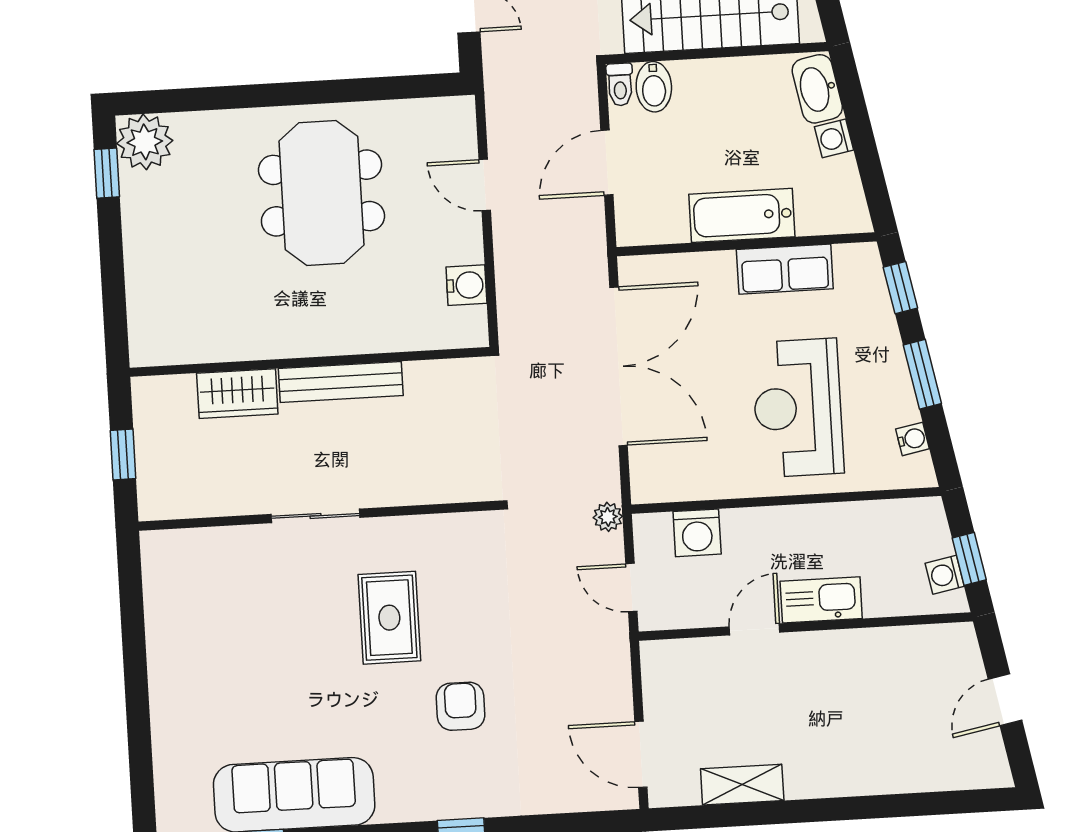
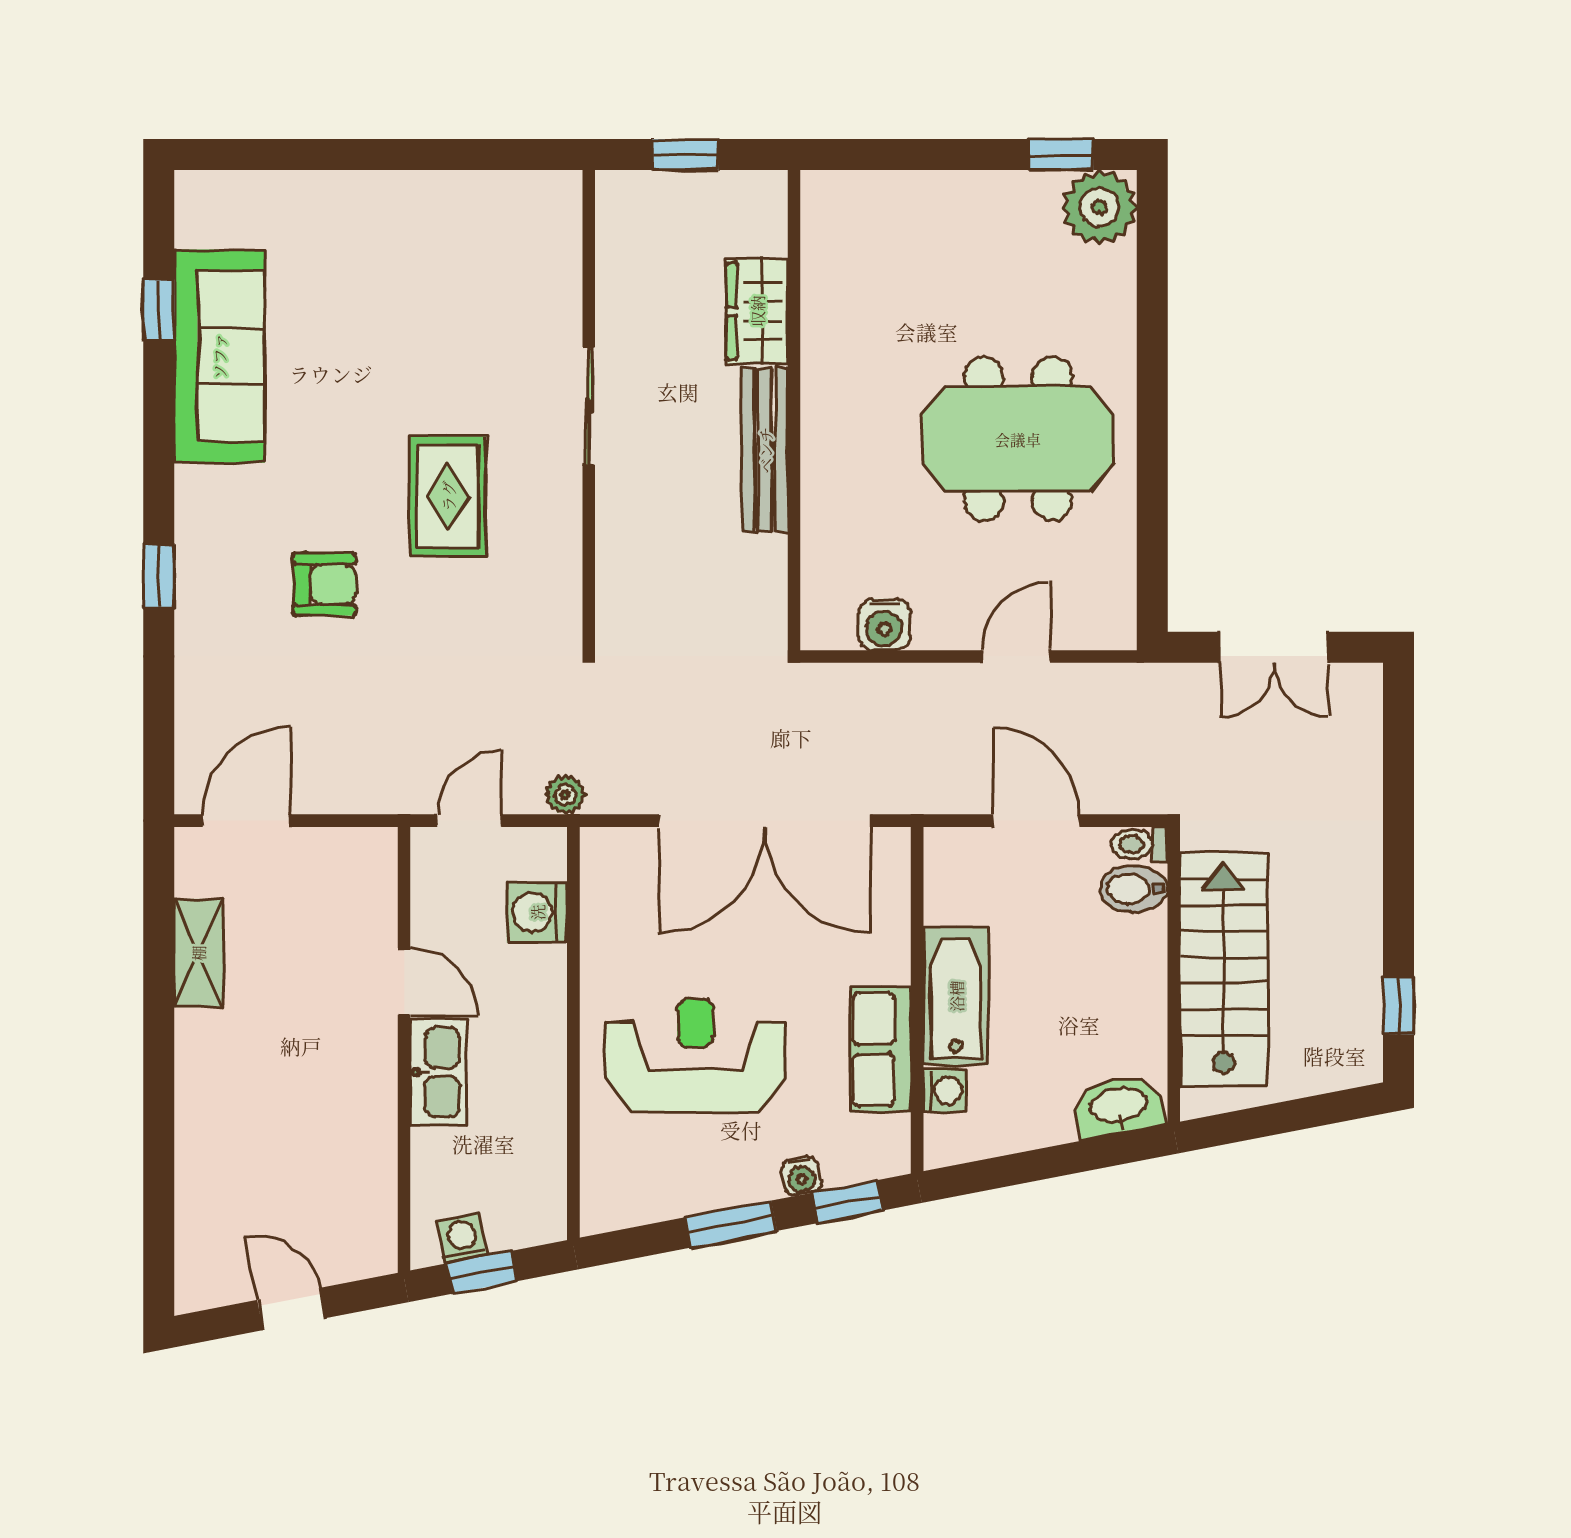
washing machine: (834, 138) -> (945, 1091), moved, turned 101
water cooler: (913, 439) -> (801, 1176), moved
rug: (389, 618) -> (448, 496), turned 90

